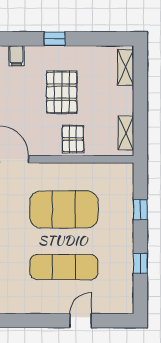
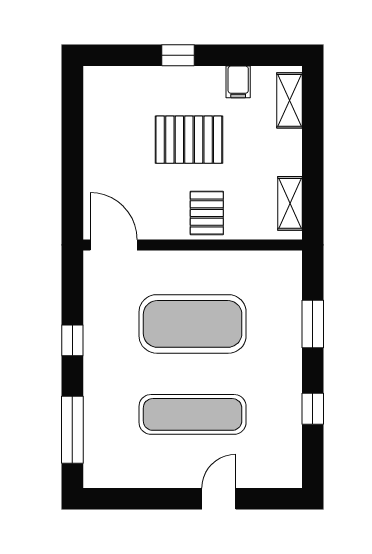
filing cabinet: (16, 56) -> (238, 82), moved
pallet: (62, 92) -> (189, 140), turned 90
window: (140, 210) -> (313, 324), width x1.50

